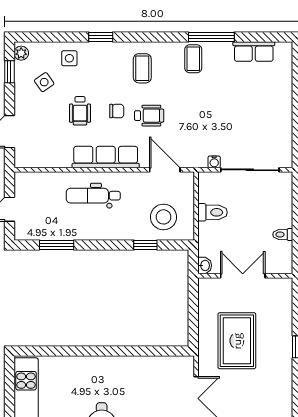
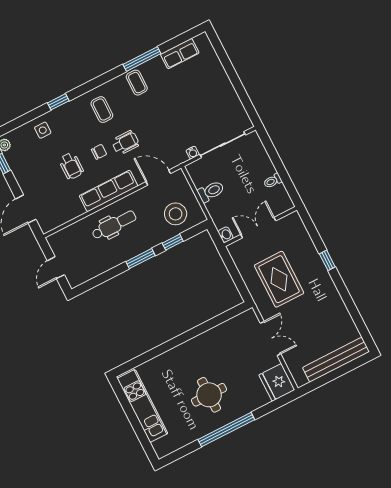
side table: (44, 82) -> (33, 158), removed
dental chair: (93, 196) -> (114, 225), turned 180
window: (57, 245) -> (141, 259), moved

